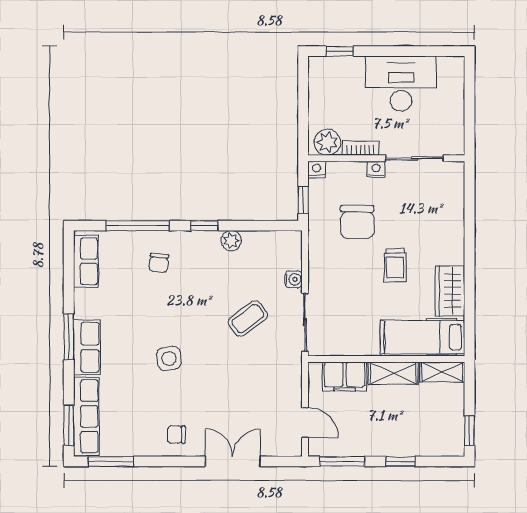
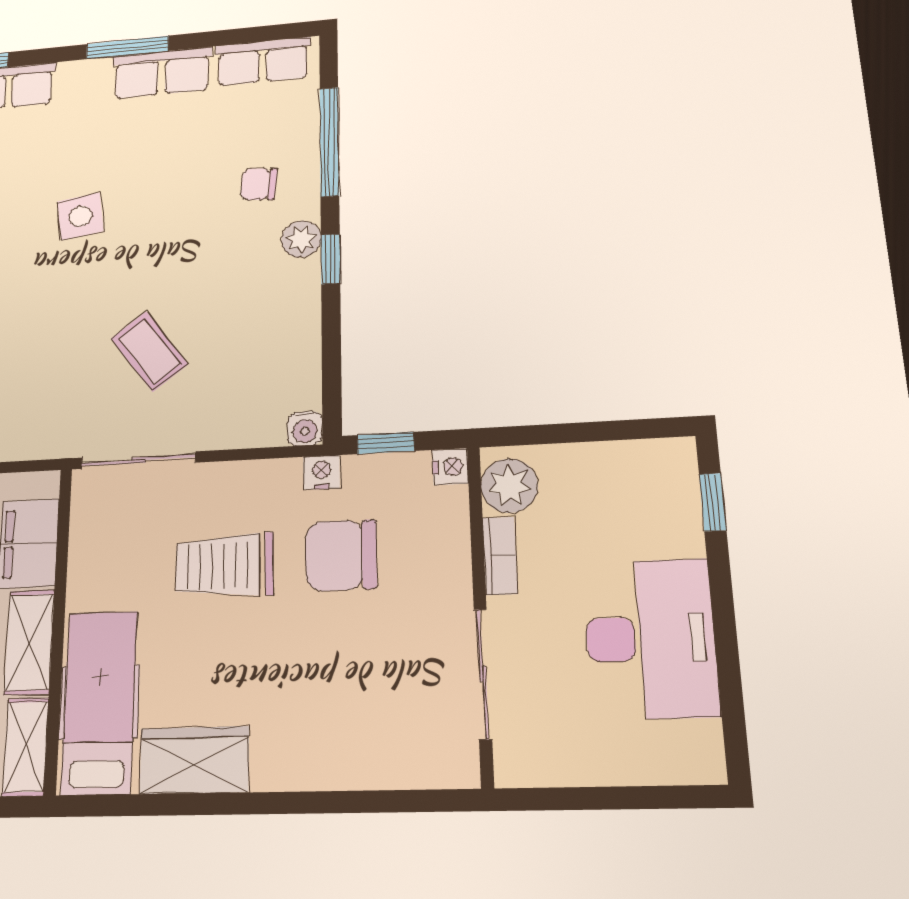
nightstand: (376, 169) -> (321, 472), moved, turned -90
plant: (231, 241) -> (301, 239), moved
trolley: (395, 265) -> (224, 565), moved, width x1.36, depth x1.39
water cooler: (294, 279) -> (305, 429), moved
row of seats: (87, 347) -> (162, 73), moved

